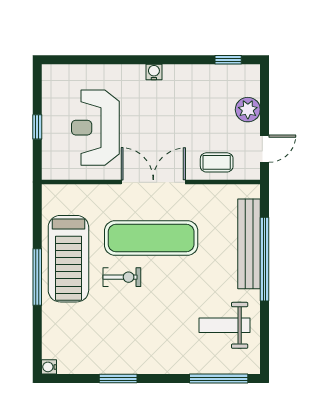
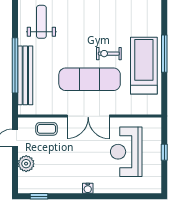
reception desk: (95, 128) -> (126, 152), turned 180
weight bench: (224, 325) -> (41, 22), turned -90

